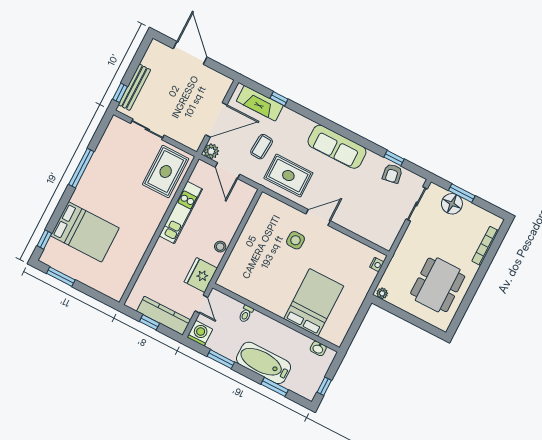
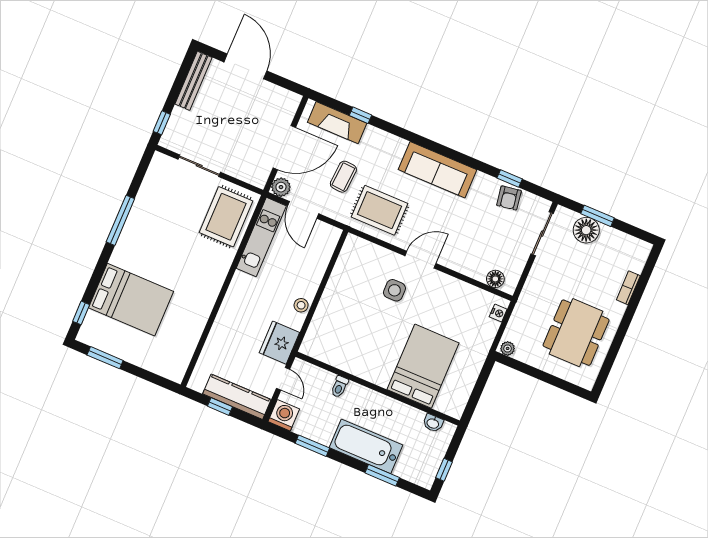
bench: (134, 87) -> (193, 81), moved
kitchen unit: (181, 212) -> (261, 237), moved
floor lamp: (377, 237) -> (495, 279), added
bookcase: (485, 246) -> (628, 288), width x0.64

